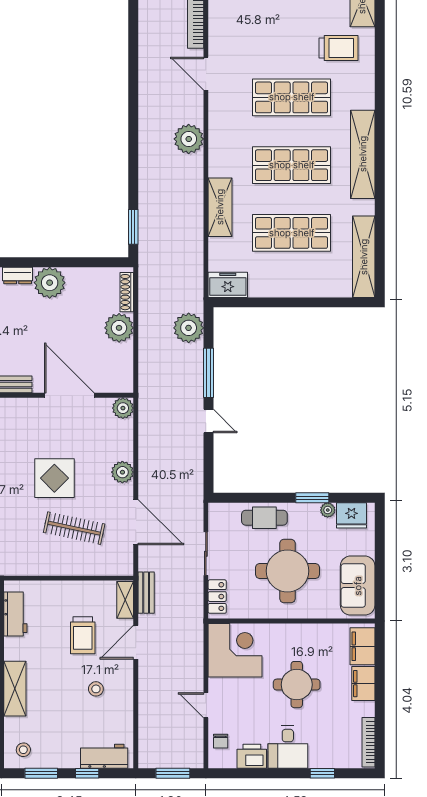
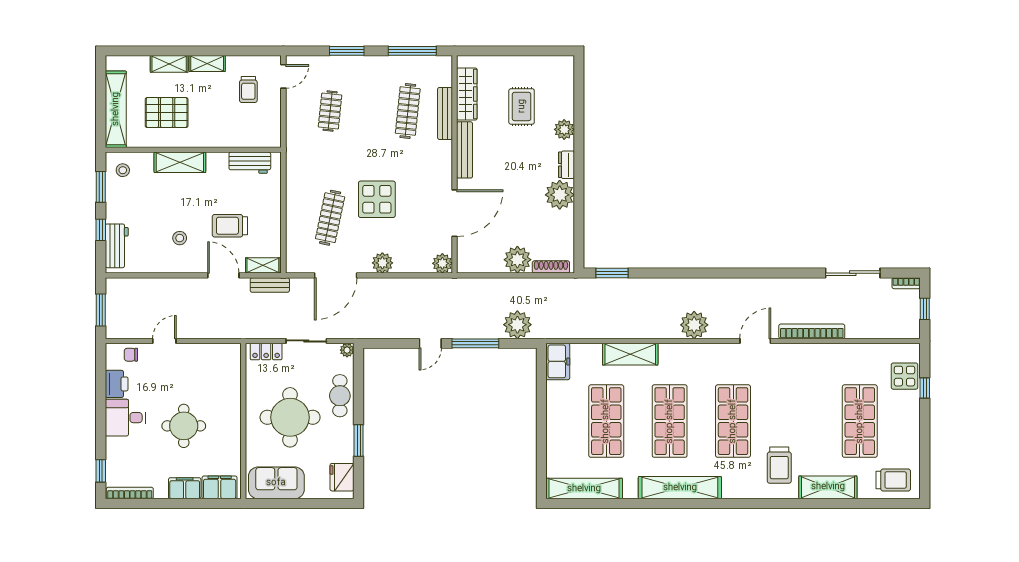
plant: (328, 510) -> (347, 350), moved
corner desk: (235, 650) -> (216, 368), removed
window: (322, 773) -> (101, 471), moved

